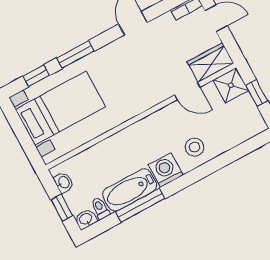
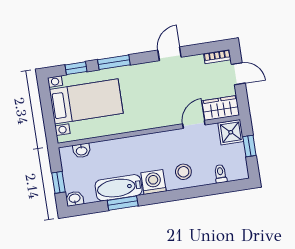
door: (187, 91) -> (194, 124), swing flipped
washbasin: (64, 182) -> (82, 151), moved, turned 90
window: (140, 205) -> (123, 203), width x0.69
toilet: (100, 208) -> (220, 174), moved

